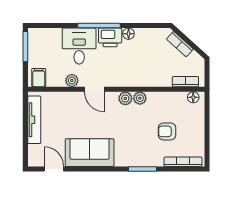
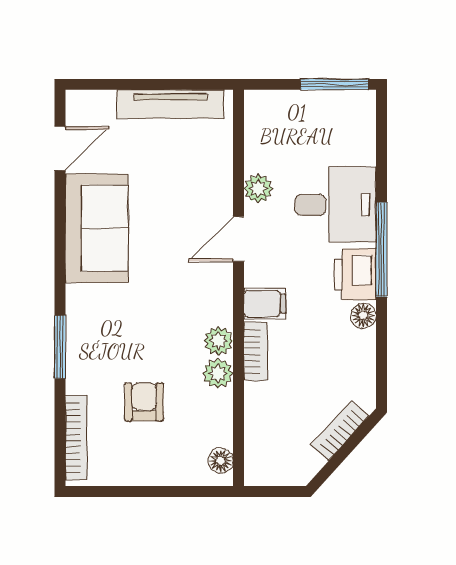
filing cabinet: (39, 78) -> (265, 304), moved
bookcase: (185, 82) -> (256, 351), moved
plant: (125, 98) -> (218, 373), moved

